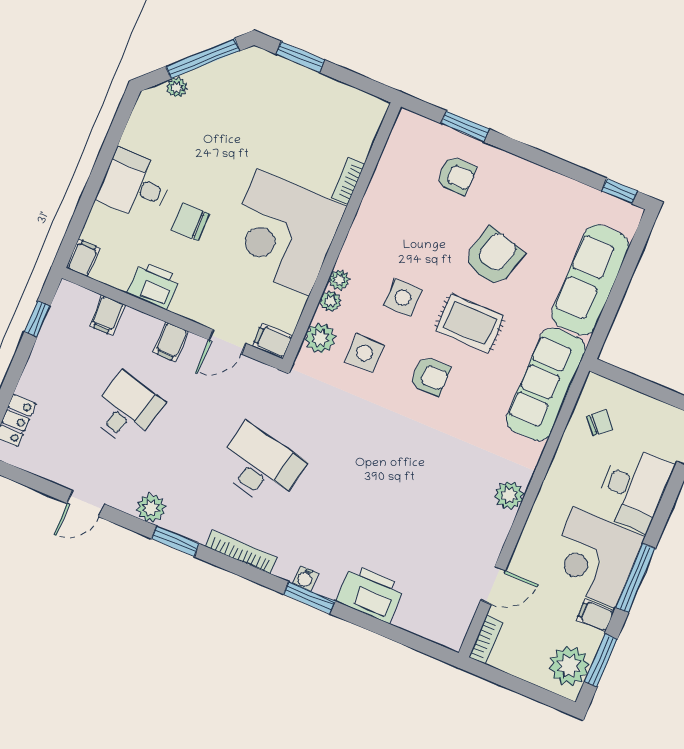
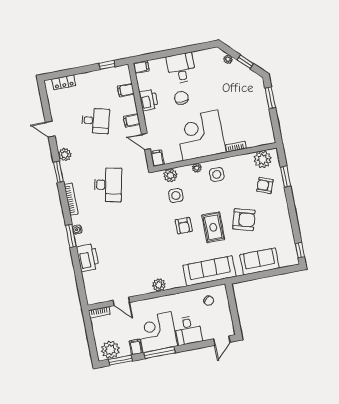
window: (203, 58) -> (245, 62), width x0.46
armchair: (456, 176) -> (265, 185), turned 111
sofa: (590, 280) -> (259, 261), width x0.73
side table: (403, 298) -> (217, 174), moved
plant: (331, 301) -> (263, 159), moved, width x1.88, depth x1.88
desk: (634, 488) -> (188, 330), width x0.73

